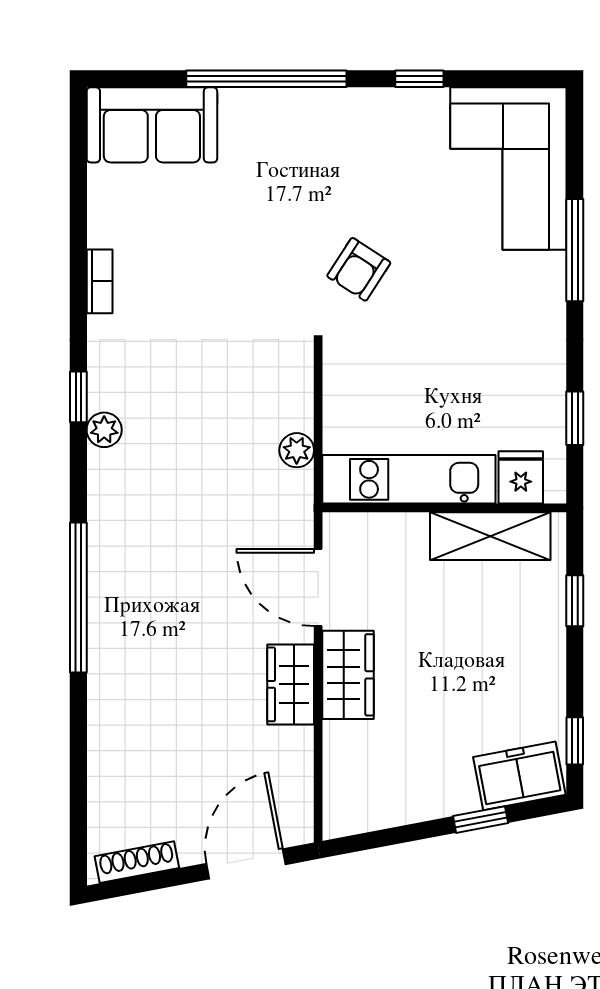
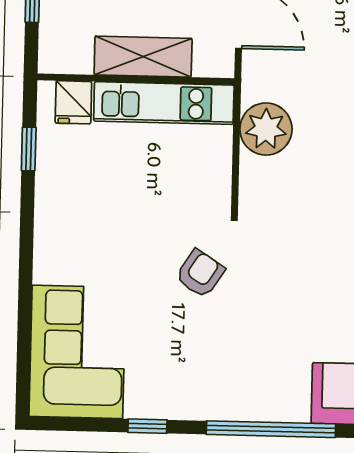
window: (575, 250) -> (25, 285), removed
plant: (297, 450) -> (266, 129), width x1.88, depth x1.88
shelving: (490, 536) -> (143, 57), moved

